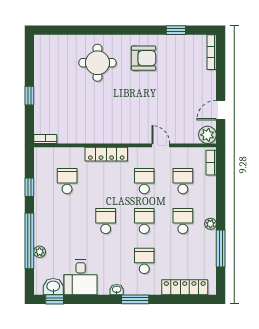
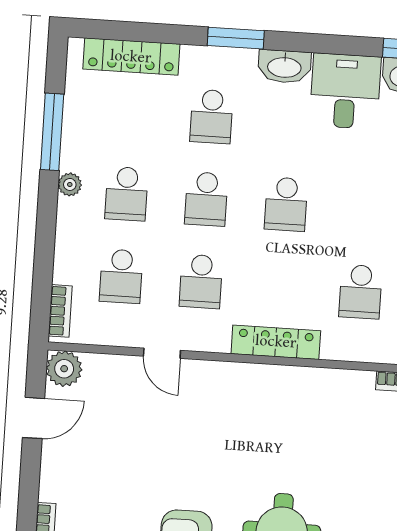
washbasin: (117, 290) -> (284, 67), width x1.91, depth x1.45

